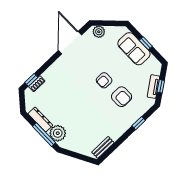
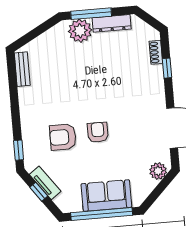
window: (146, 43) -> (102, 214), width x3.17
window: (31, 80) -> (167, 68), moved
window: (139, 123) -> (19, 150), moved

